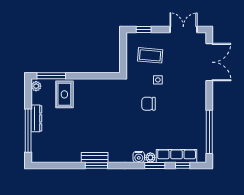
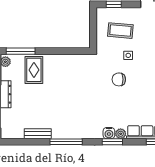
bench: (95, 157) -> (38, 134), moved
window: (96, 166) -> (66, 142), width x1.44
window: (155, 166) -> (112, 142), moved

